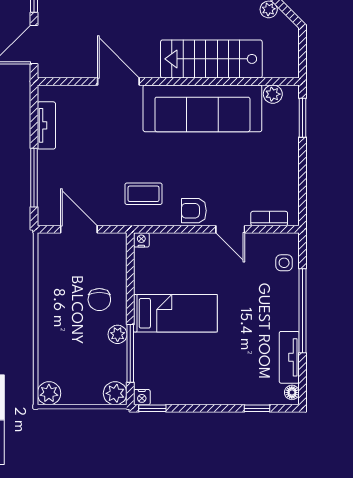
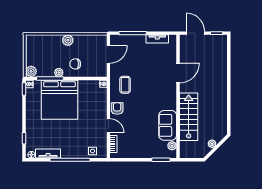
sofa: (202, 108) -> (168, 125), width x0.54, depth x0.79
door: (230, 229) -> (108, 126), swing flipped
bed: (175, 313) -> (60, 100), width x2.04
plant: (49, 393) -> (68, 40), moved

